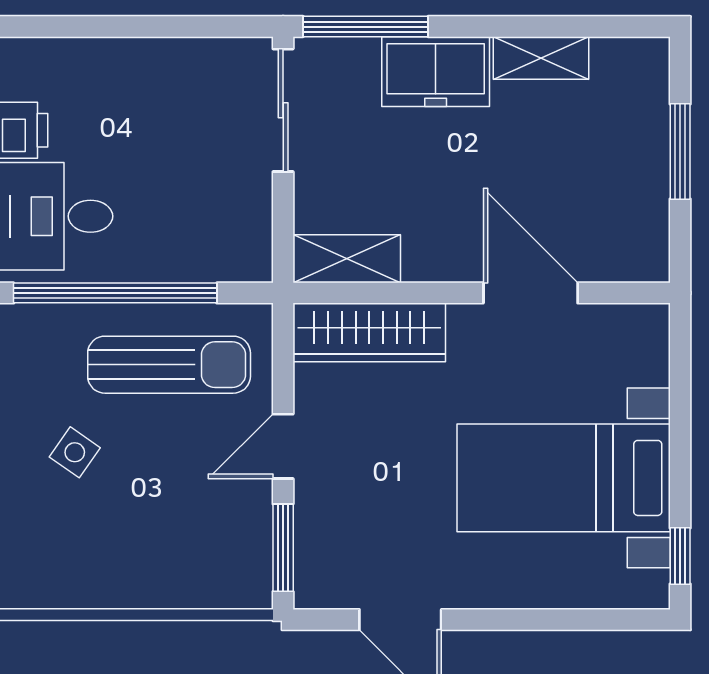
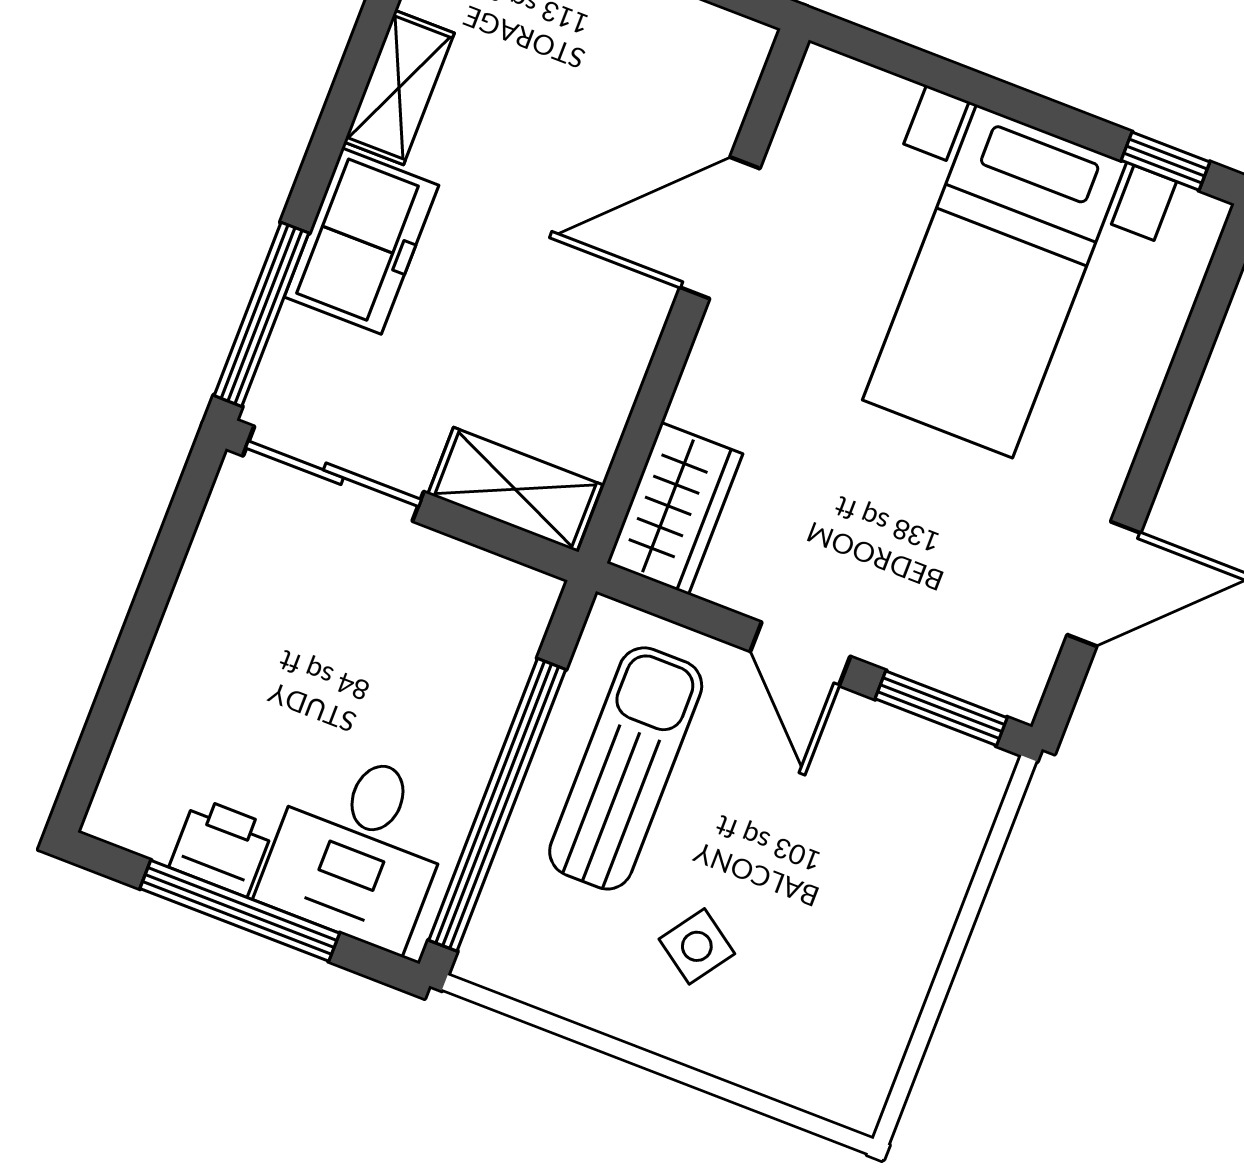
shelving: (347, 259) -> (515, 489), moved, turned 90
wardrobe: (369, 332) -> (675, 508), width x0.67

